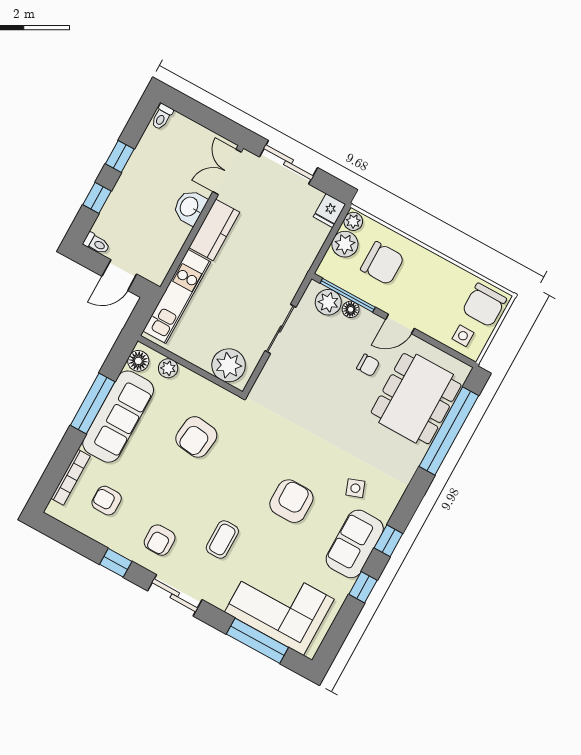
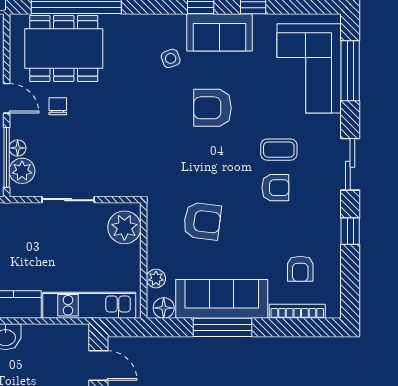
armchair: (160, 540) -> (275, 188), moved

